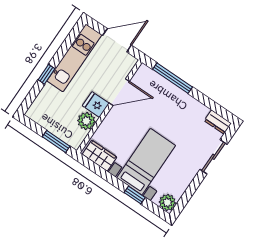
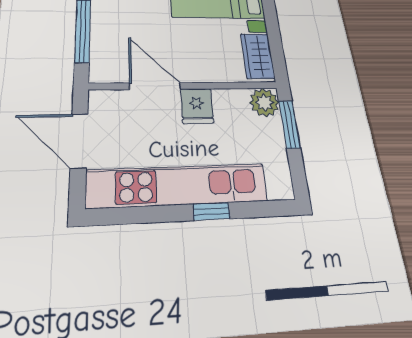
kitchen unit: (74, 58) -> (178, 186), width x1.36
plant: (86, 121) -> (264, 102), moved

